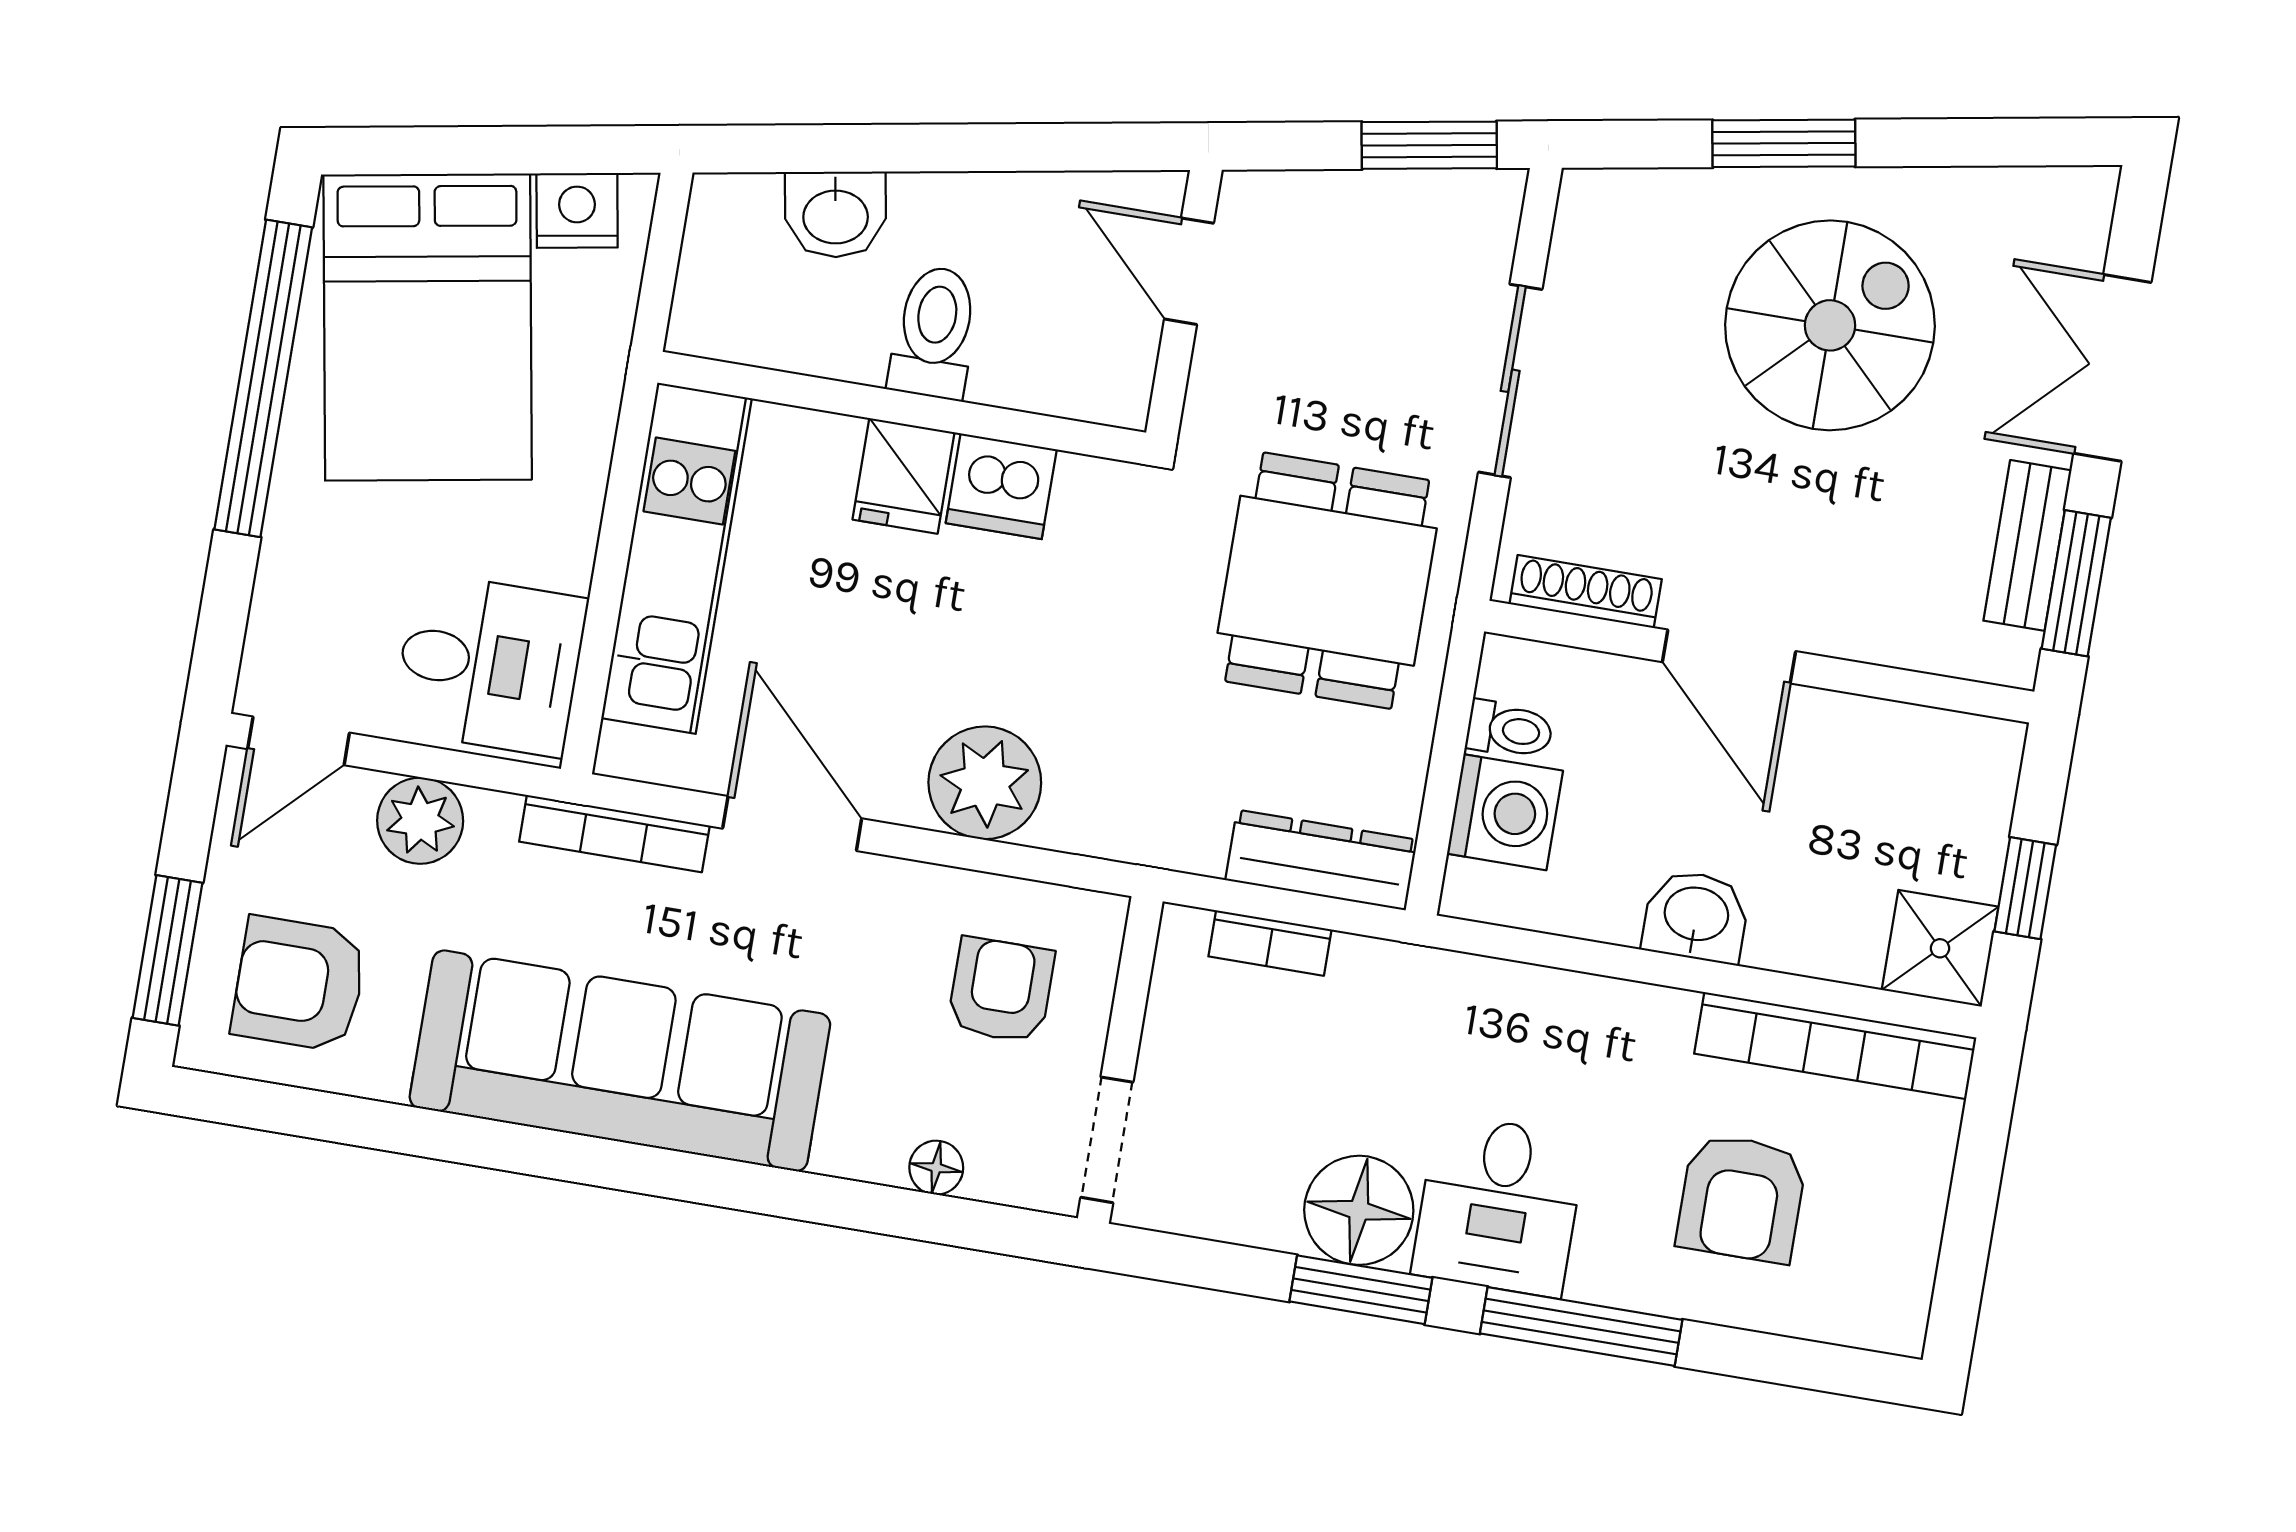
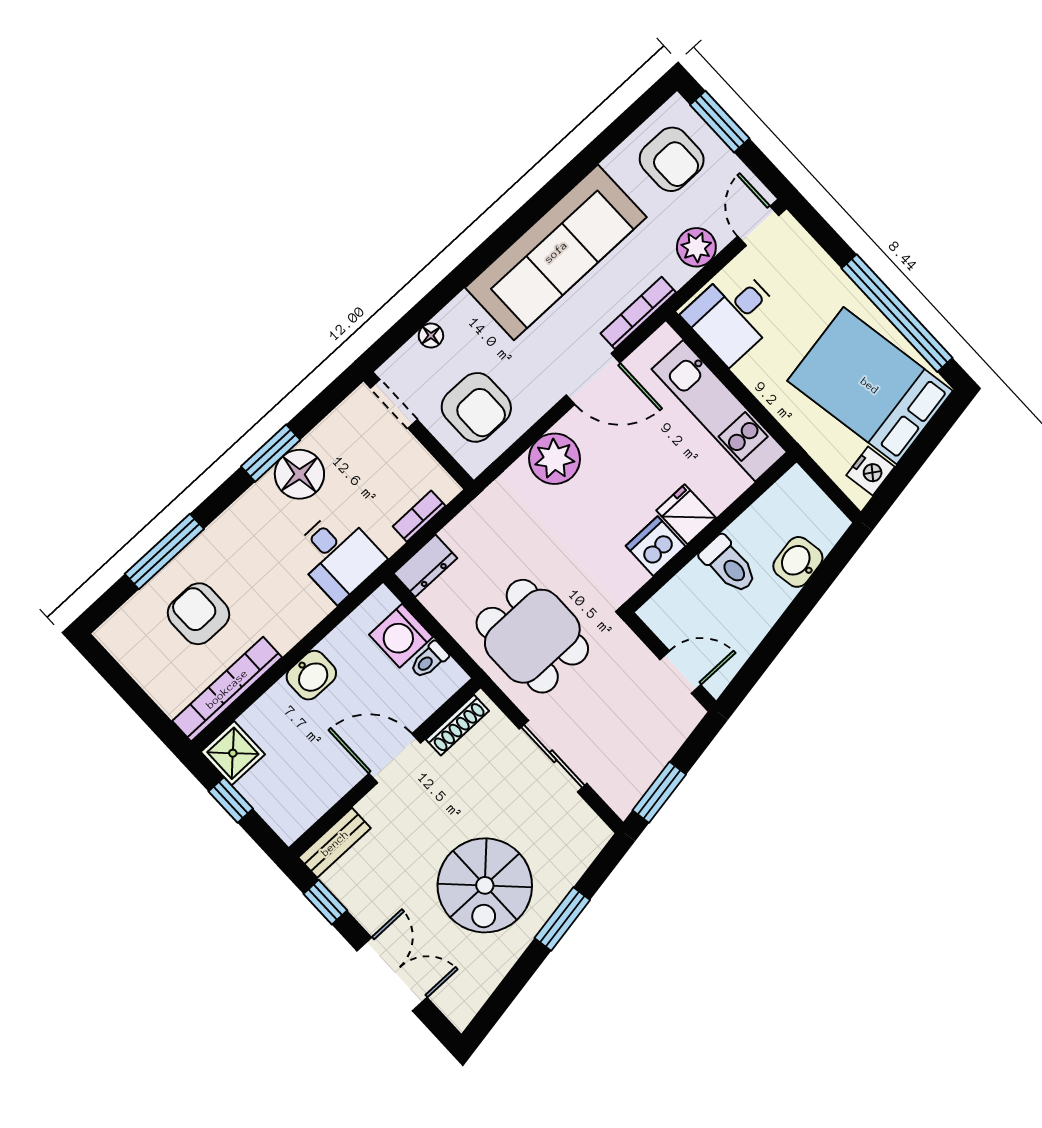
bench: (2027, 545) -> (335, 843), moved, turned 90
window: (2076, 583) -> (325, 902), width x0.67
dresser: (1321, 860) -> (425, 566), width x0.70
armchair: (299, 984) -> (672, 159), turned 90
armchair: (1001, 990) -> (476, 407), width x1.38, depth x1.38
desk: (1499, 1205) -> (338, 555), moved, turned 180
window: (1581, 1327) -> (164, 551), moved

